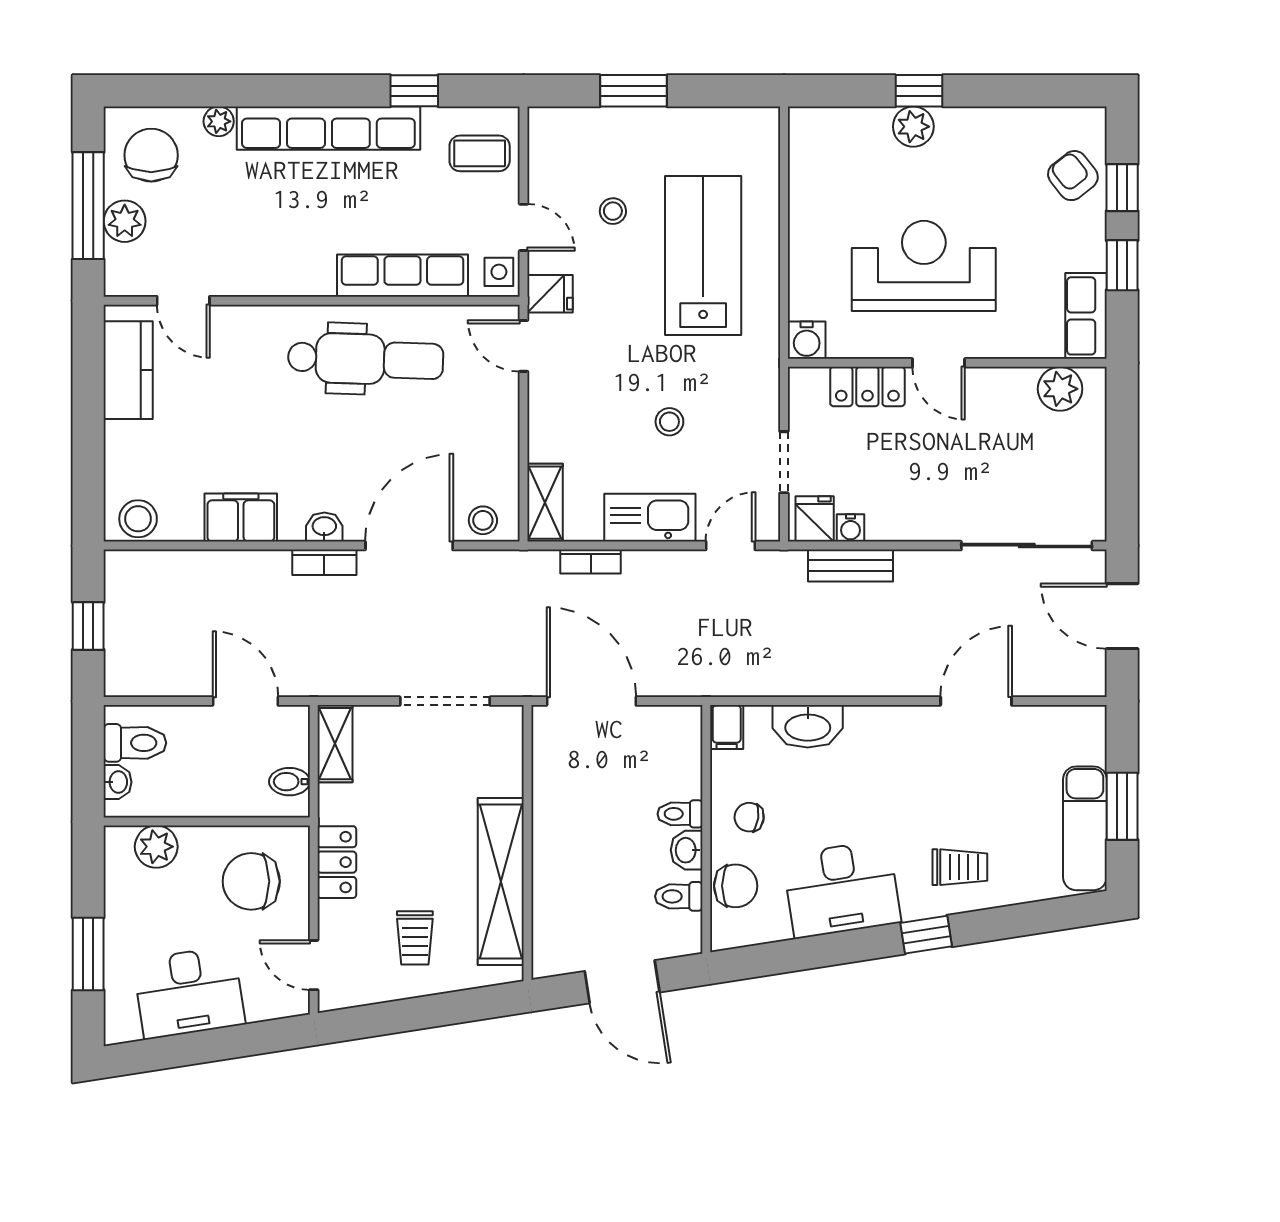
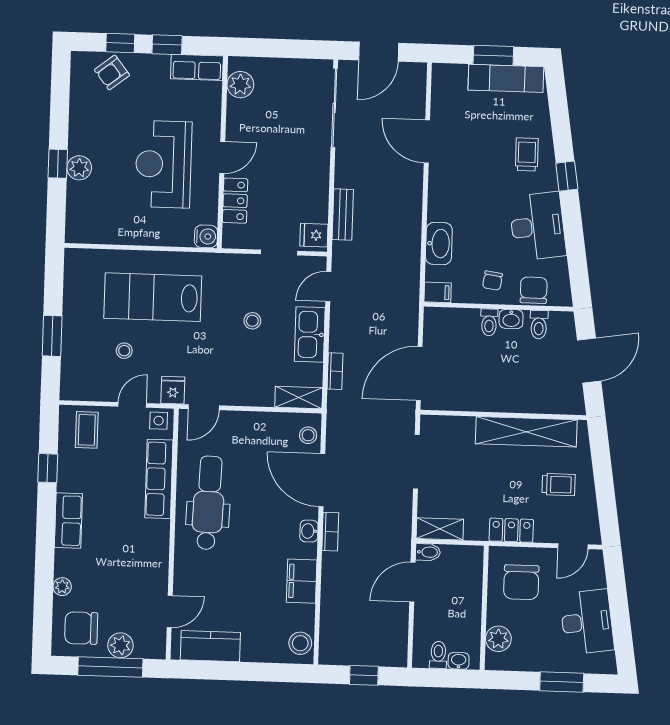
row of seats: (328, 128) -> (68, 521), width x0.50
water cooler: (851, 528) -> (320, 214), removed
door: (730, 546) -> (328, 286), hinge flipped
toilet: (135, 743) -> (438, 655), width x0.73, depth x0.72
bidet: (289, 782) -> (428, 552), moved, turned -90

